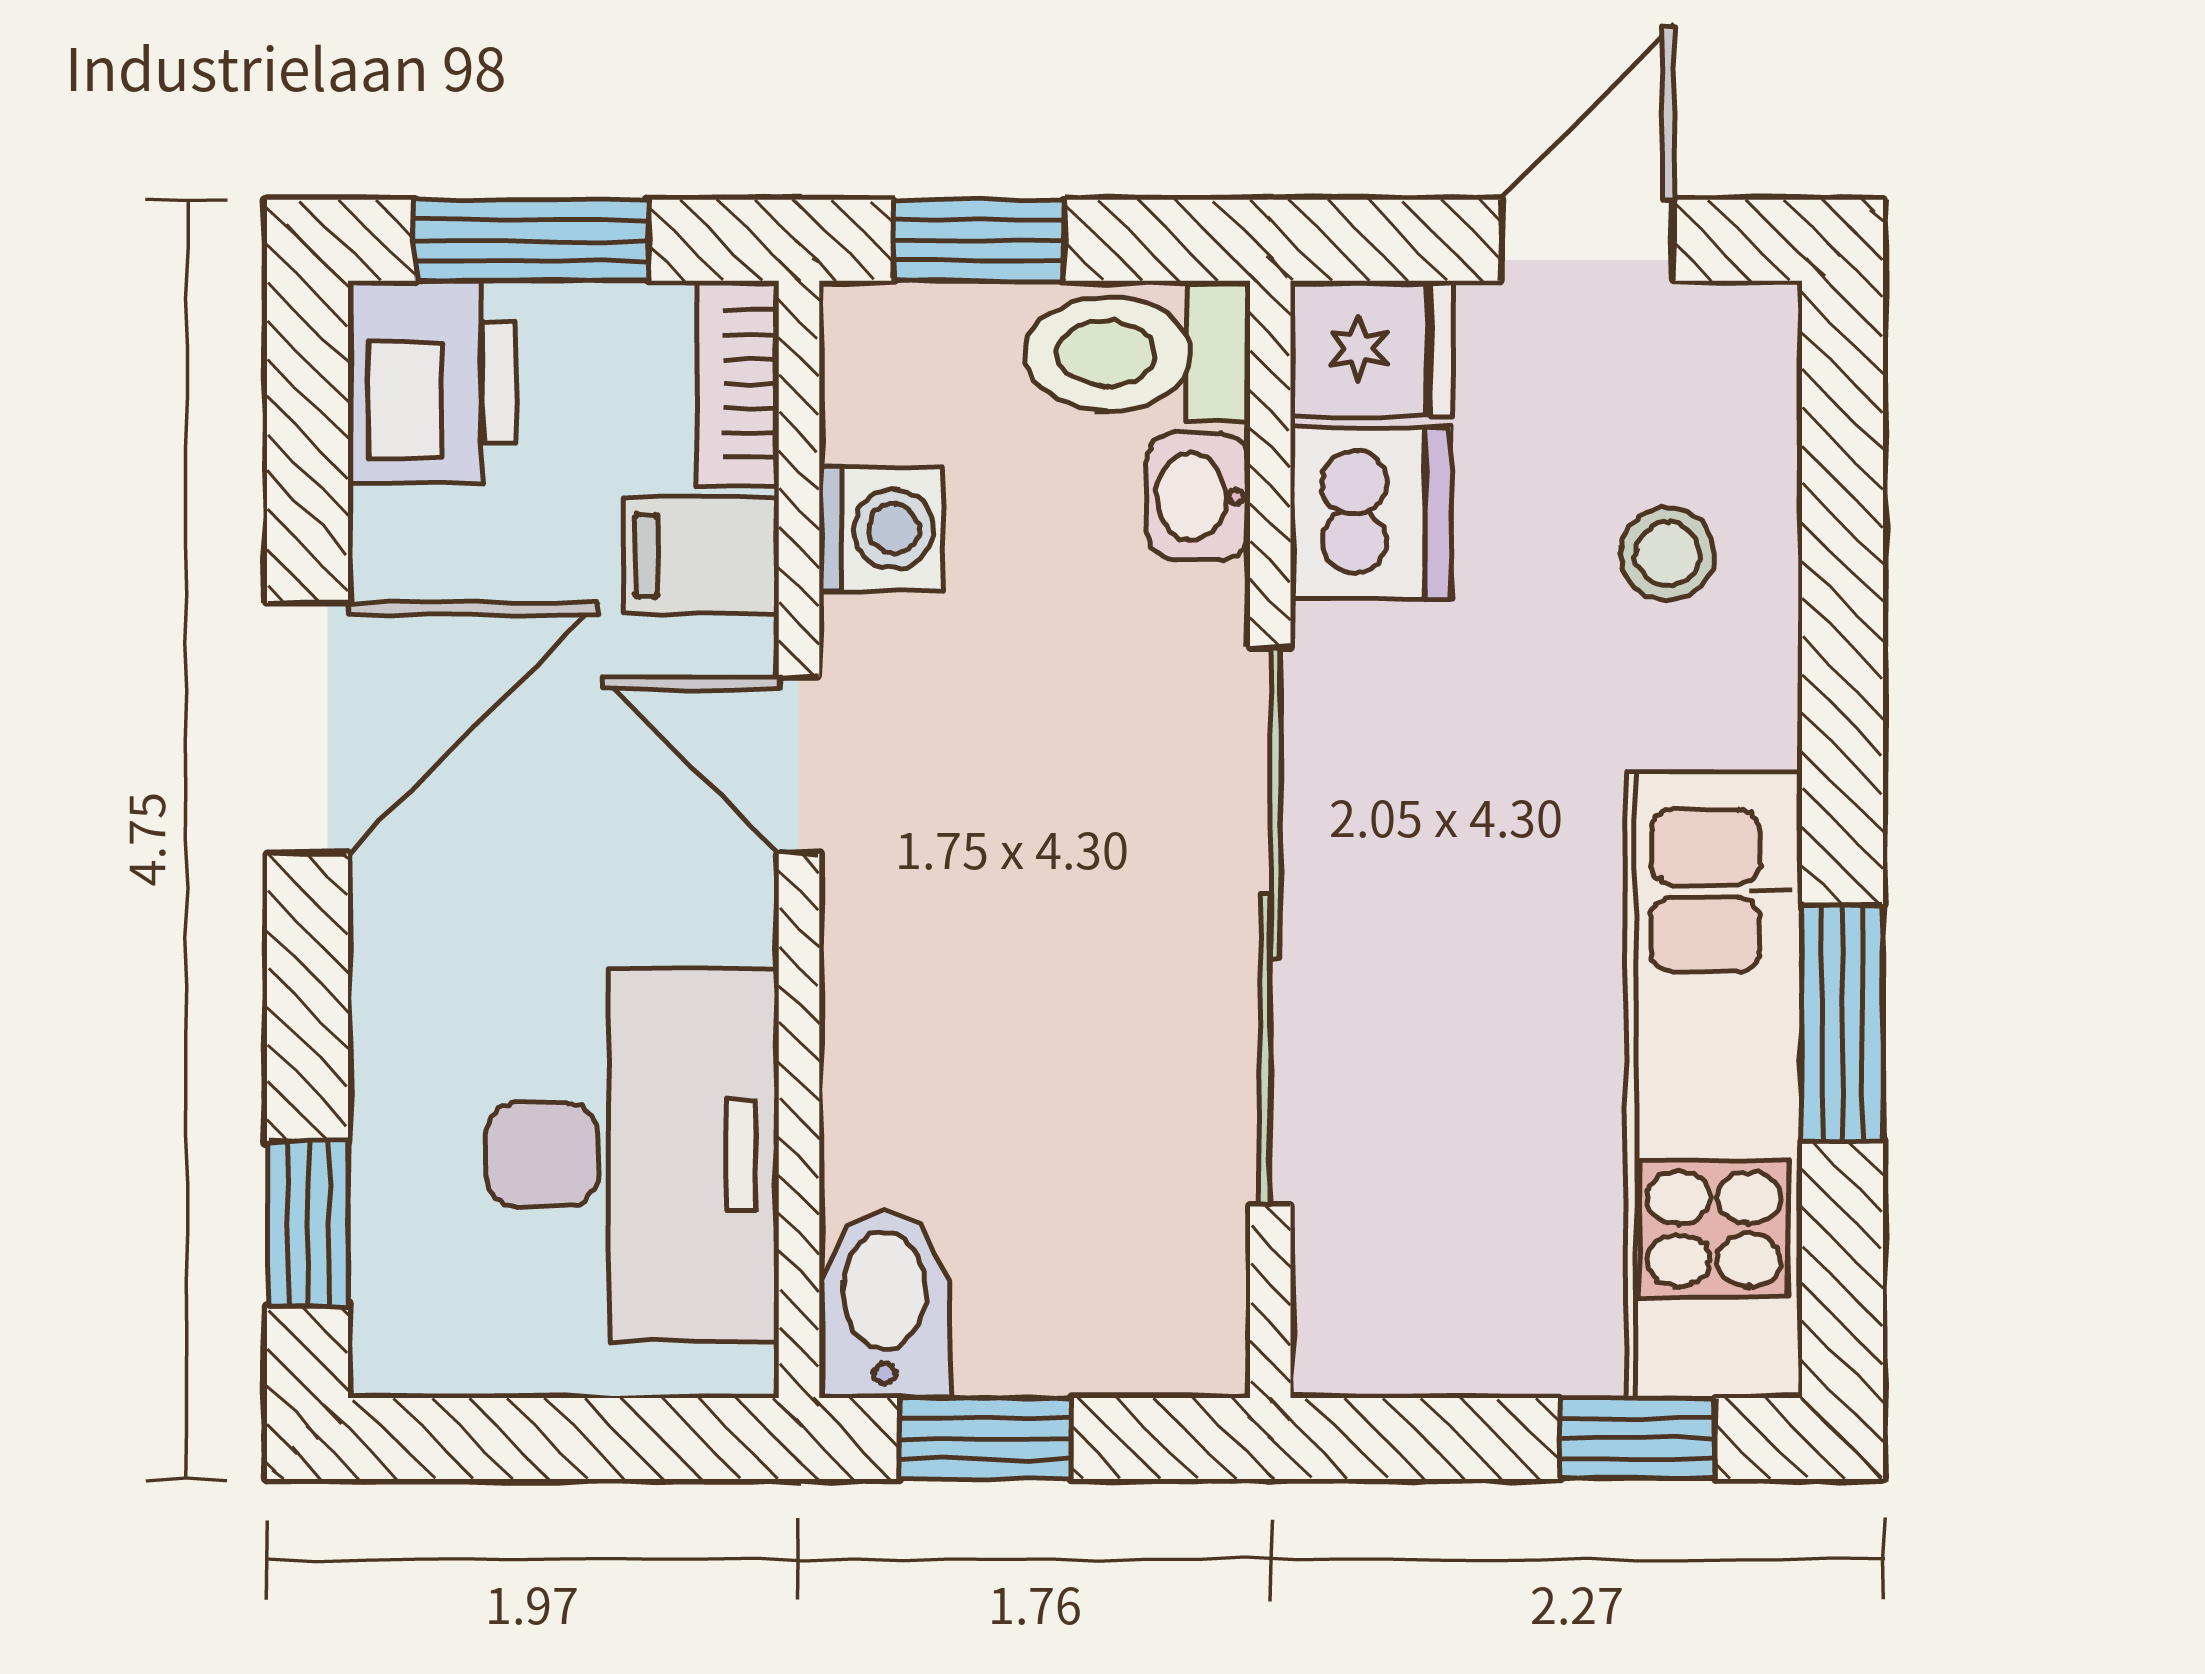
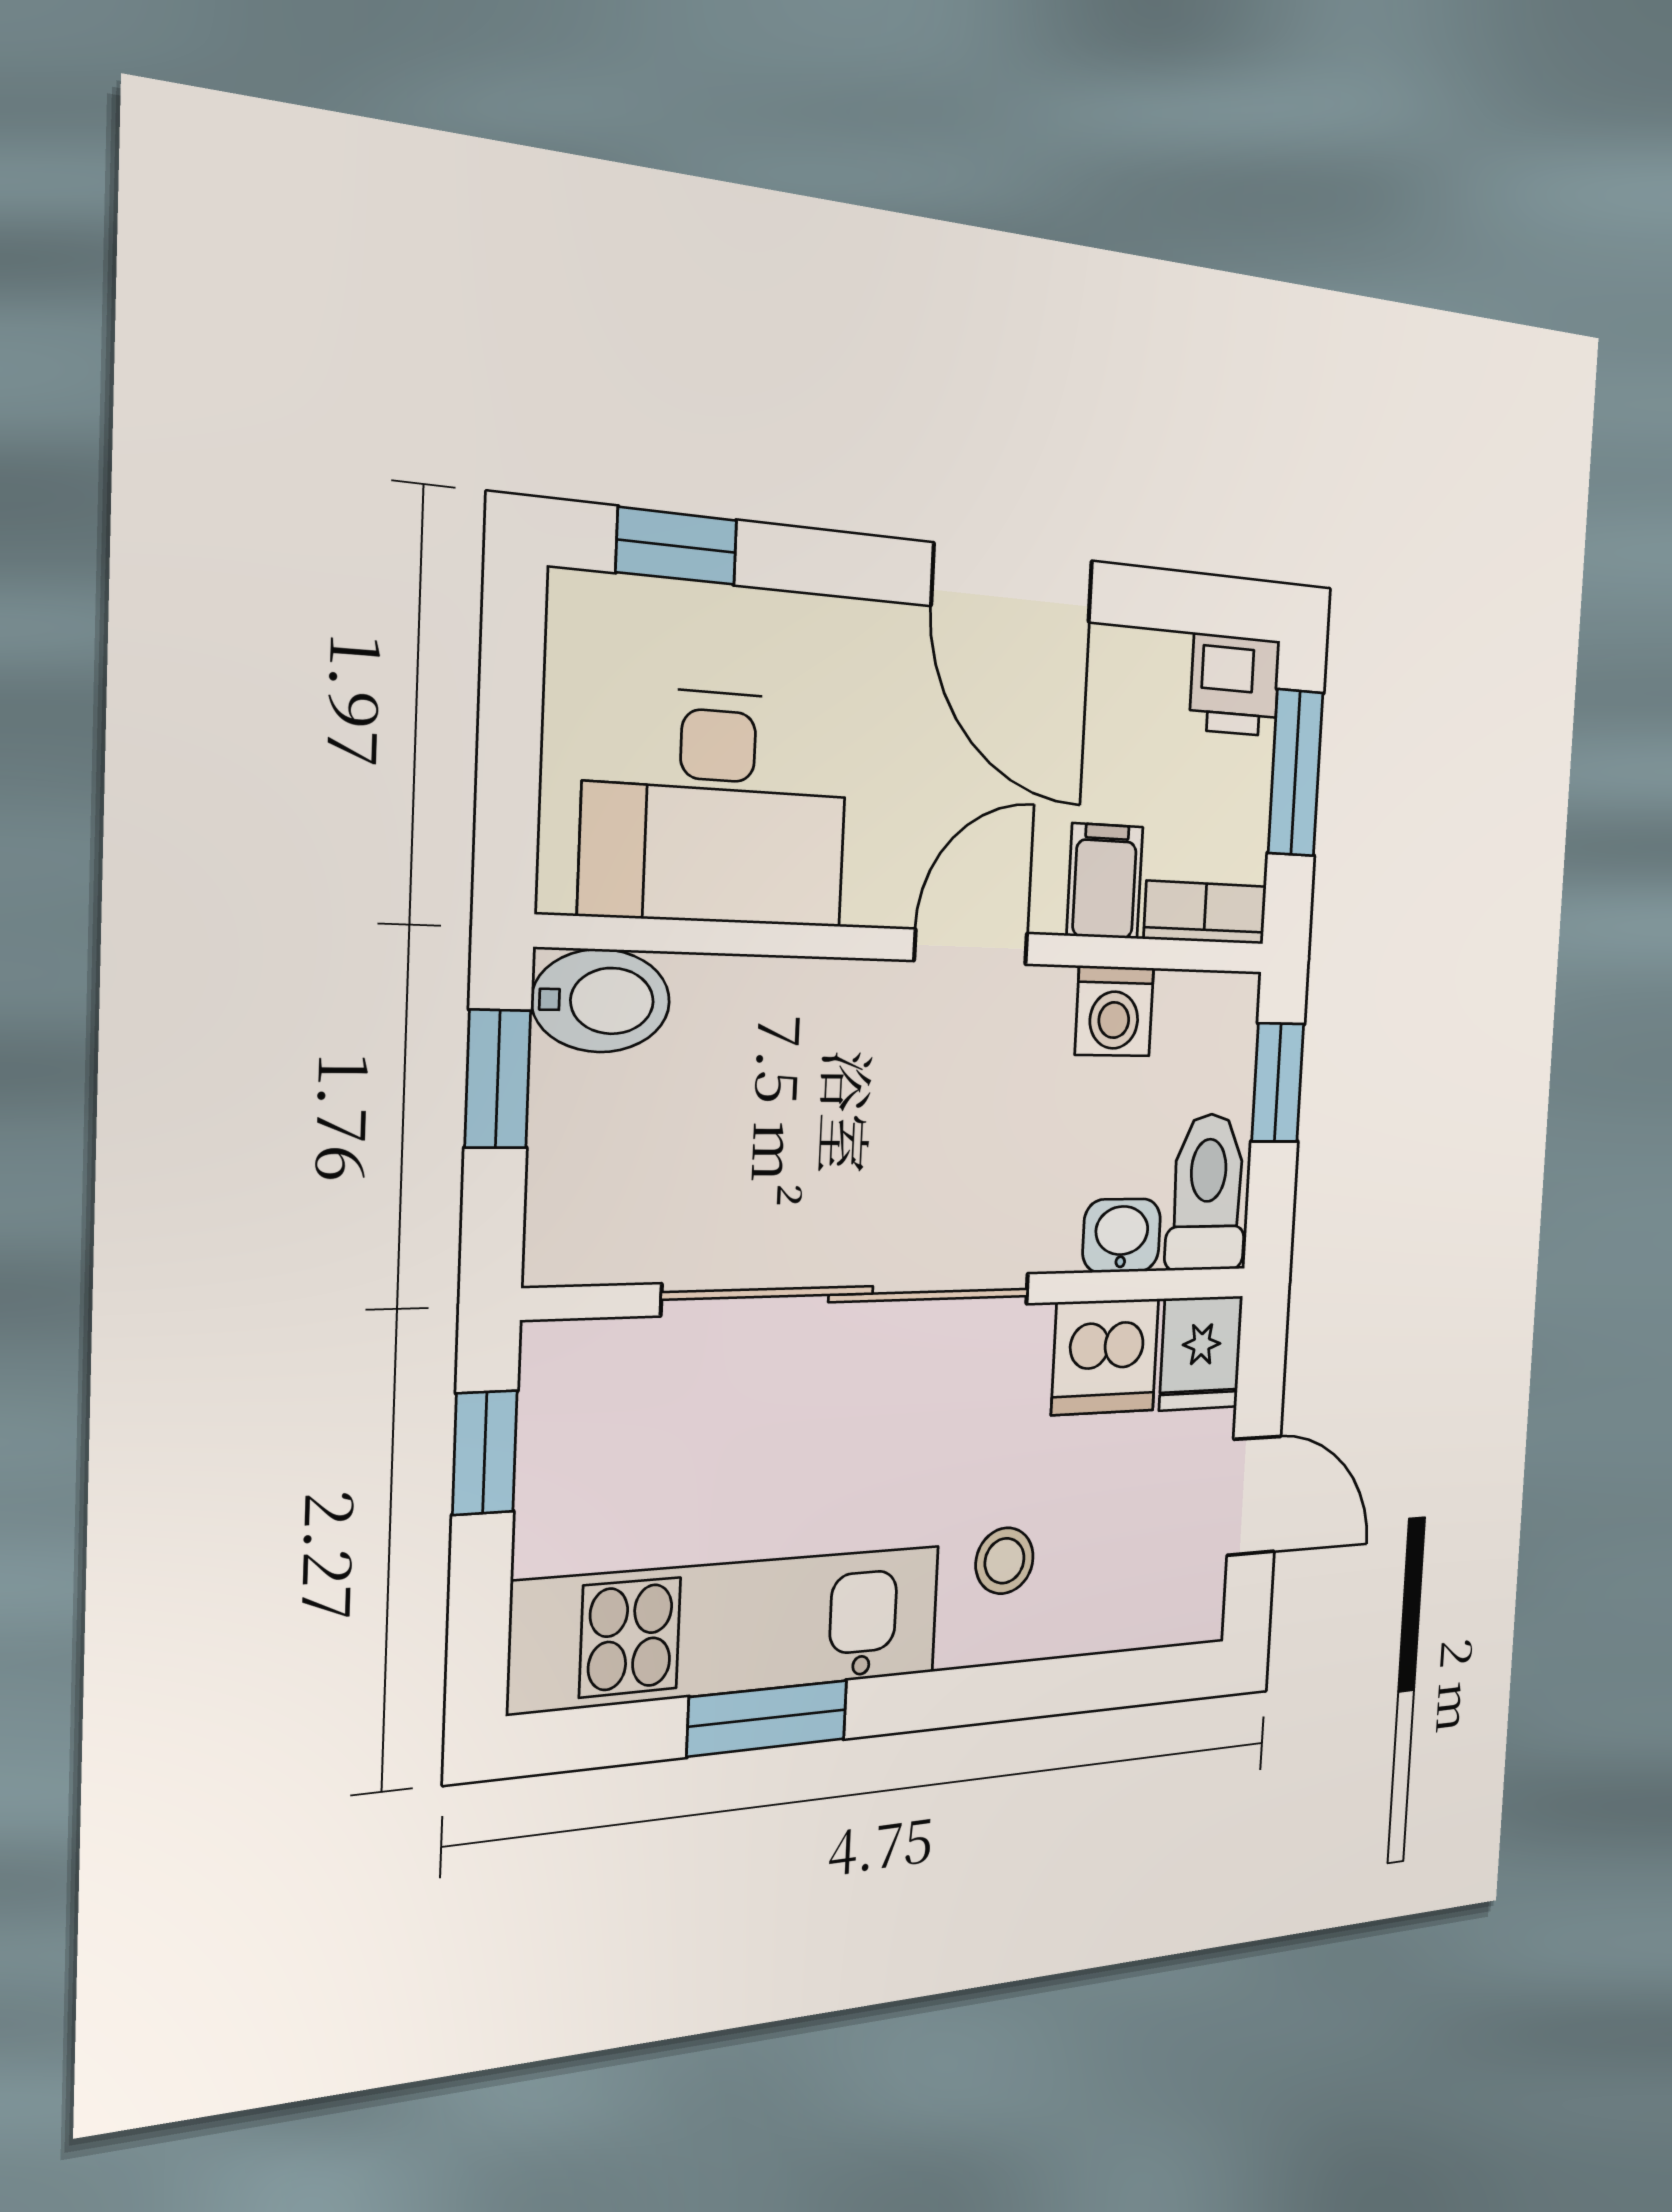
printer: (432, 382) -> (1235, 685), width x0.73, depth x0.81
stool: (1668, 554) -> (1004, 1561), moved
window: (1638, 1438) -> (485, 1453), moved

